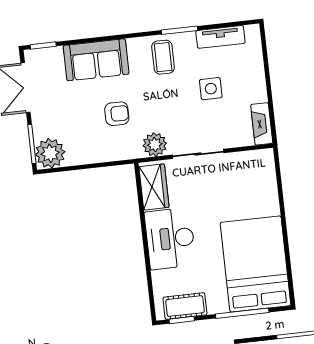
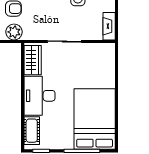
plant: (155, 145) -> (14, 32), moved
cot: (185, 306) -> (32, 131), moved, turned 90

